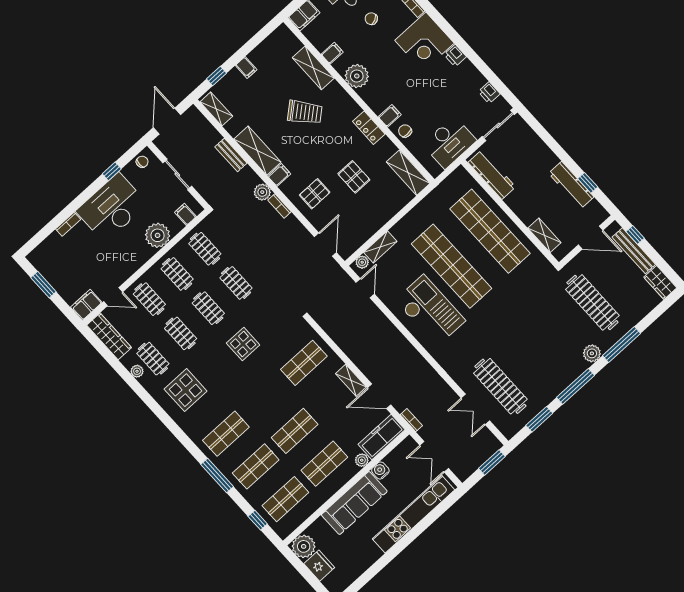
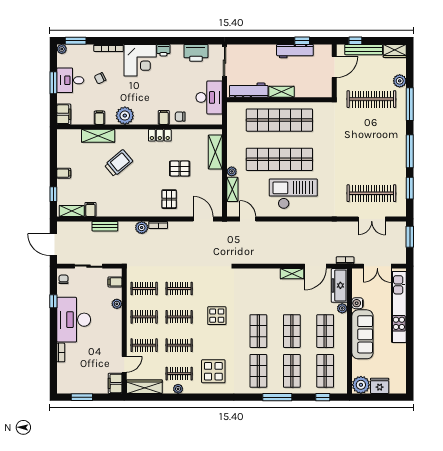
printer: (489, 93) -> (196, 53), width x1.87, depth x1.48
shelving: (257, 151) -> (116, 209), removed
shelving: (408, 173) -> (215, 152), moved, turned 90
filing cabinet: (279, 175) -> (90, 209), moved
plant: (158, 235) -> (117, 304), width x0.53, depth x0.53
shelving: (544, 235) -> (281, 92), moved
plant: (362, 262) -> (232, 171), moved
plant: (592, 353) -> (400, 81), moved
shop shelf: (304, 363) -> (258, 331), moved

